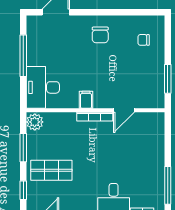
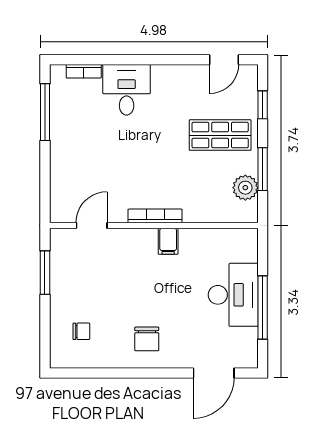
chair: (100, 35) -> (147, 339), turned 180
desk: (43, 87) -> (233, 295), moved
door: (124, 110) -> (92, 225), moved
plant: (35, 122) -> (245, 188), moved

